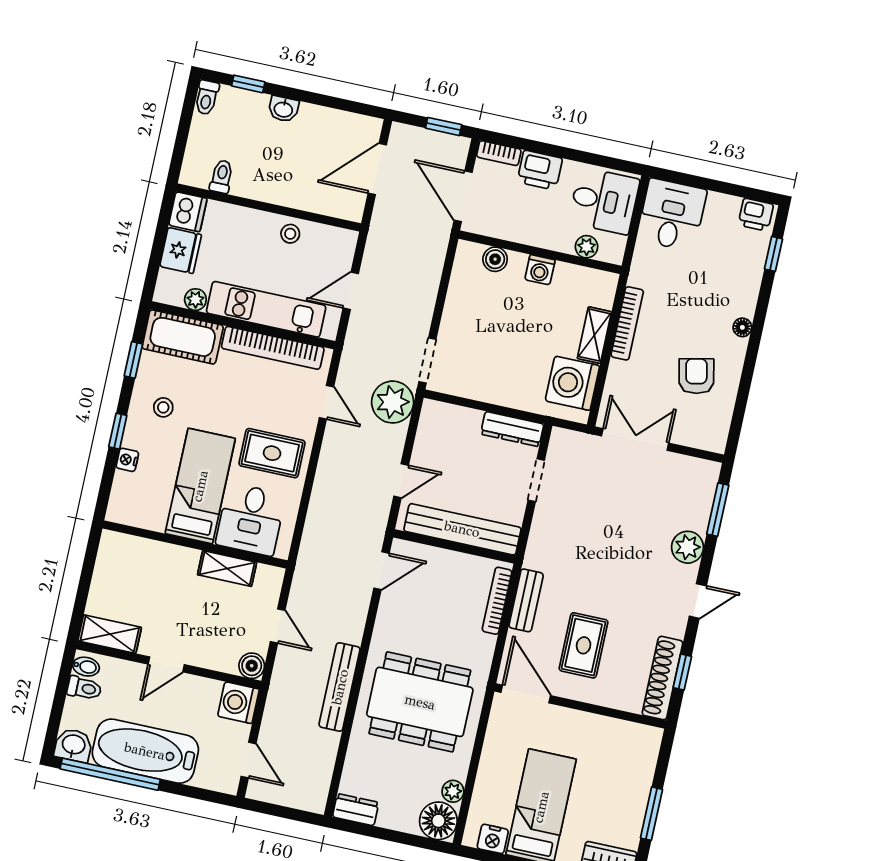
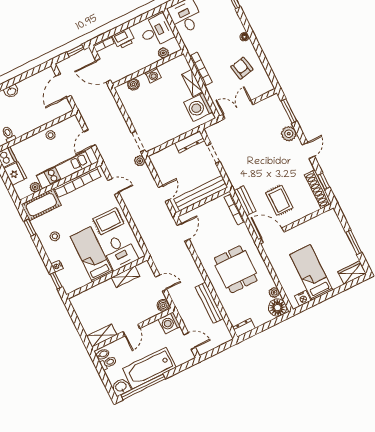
plant: (393, 402) -> (140, 161), width x0.53, depth x0.53
window: (118, 431) -> (56, 281), moved
bench: (340, 687) -> (209, 303), moved
dining table: (420, 702) -> (236, 269), width x0.73

